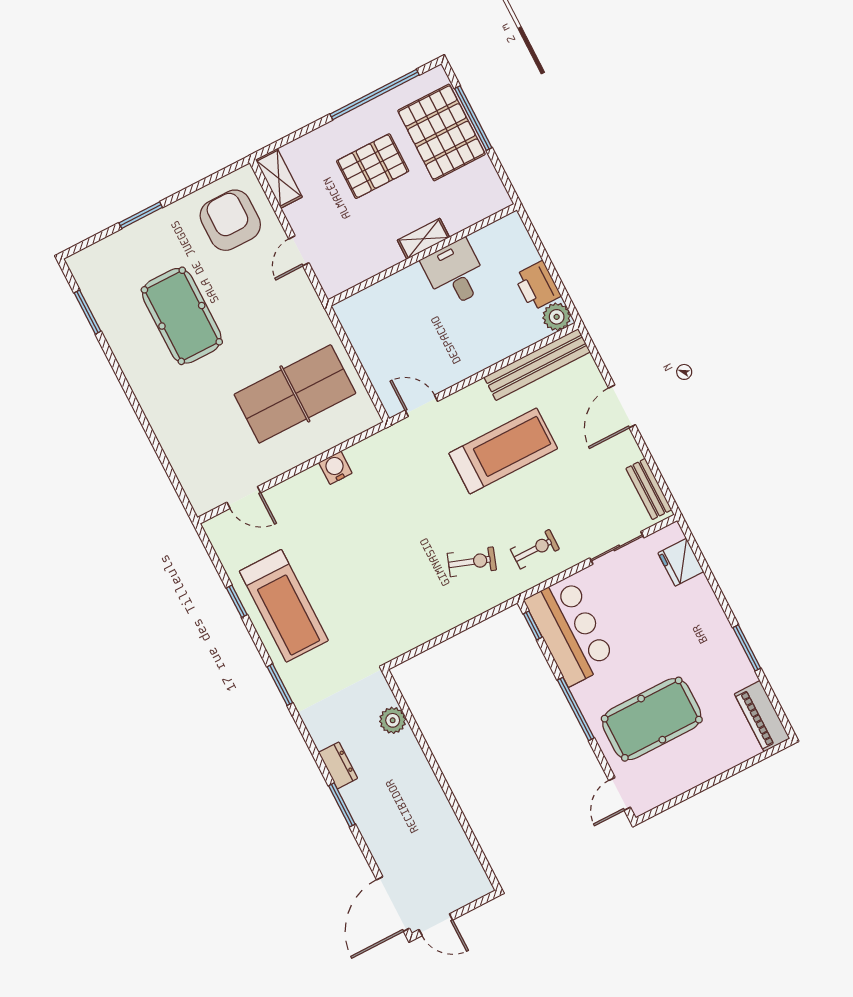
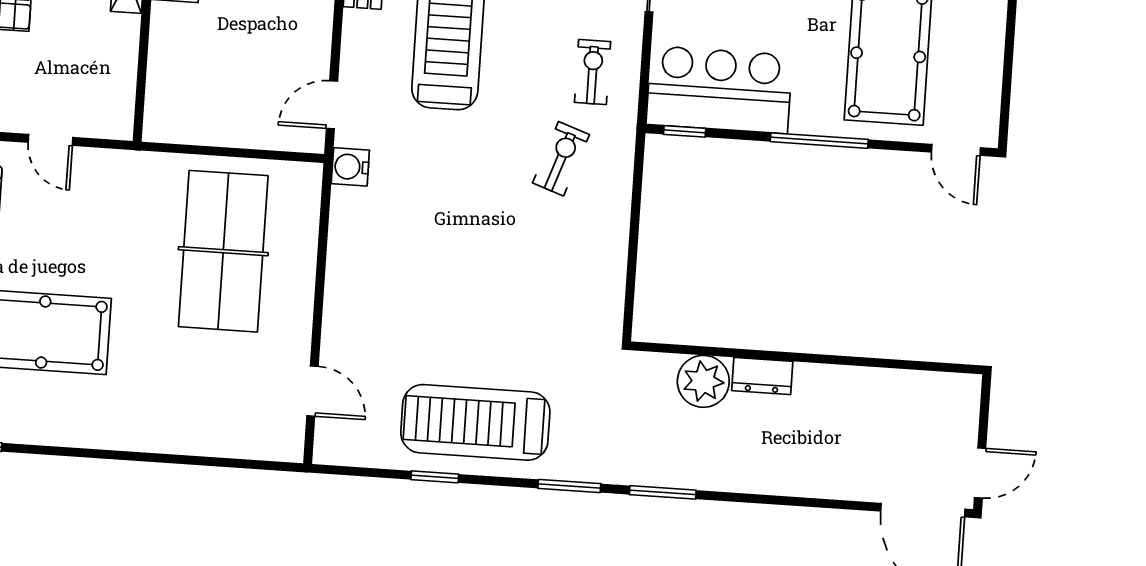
water cooler: (335, 468) -> (350, 167), moved
door: (244, 498) -> (312, 391), hinge flipped
treadmill: (284, 606) -> (475, 422), turned 180
plant: (393, 720) -> (703, 381), width x1.36, depth x1.36
dresser: (338, 765) -> (762, 376), moved, turned 180
window: (342, 805) -> (663, 492), moved

